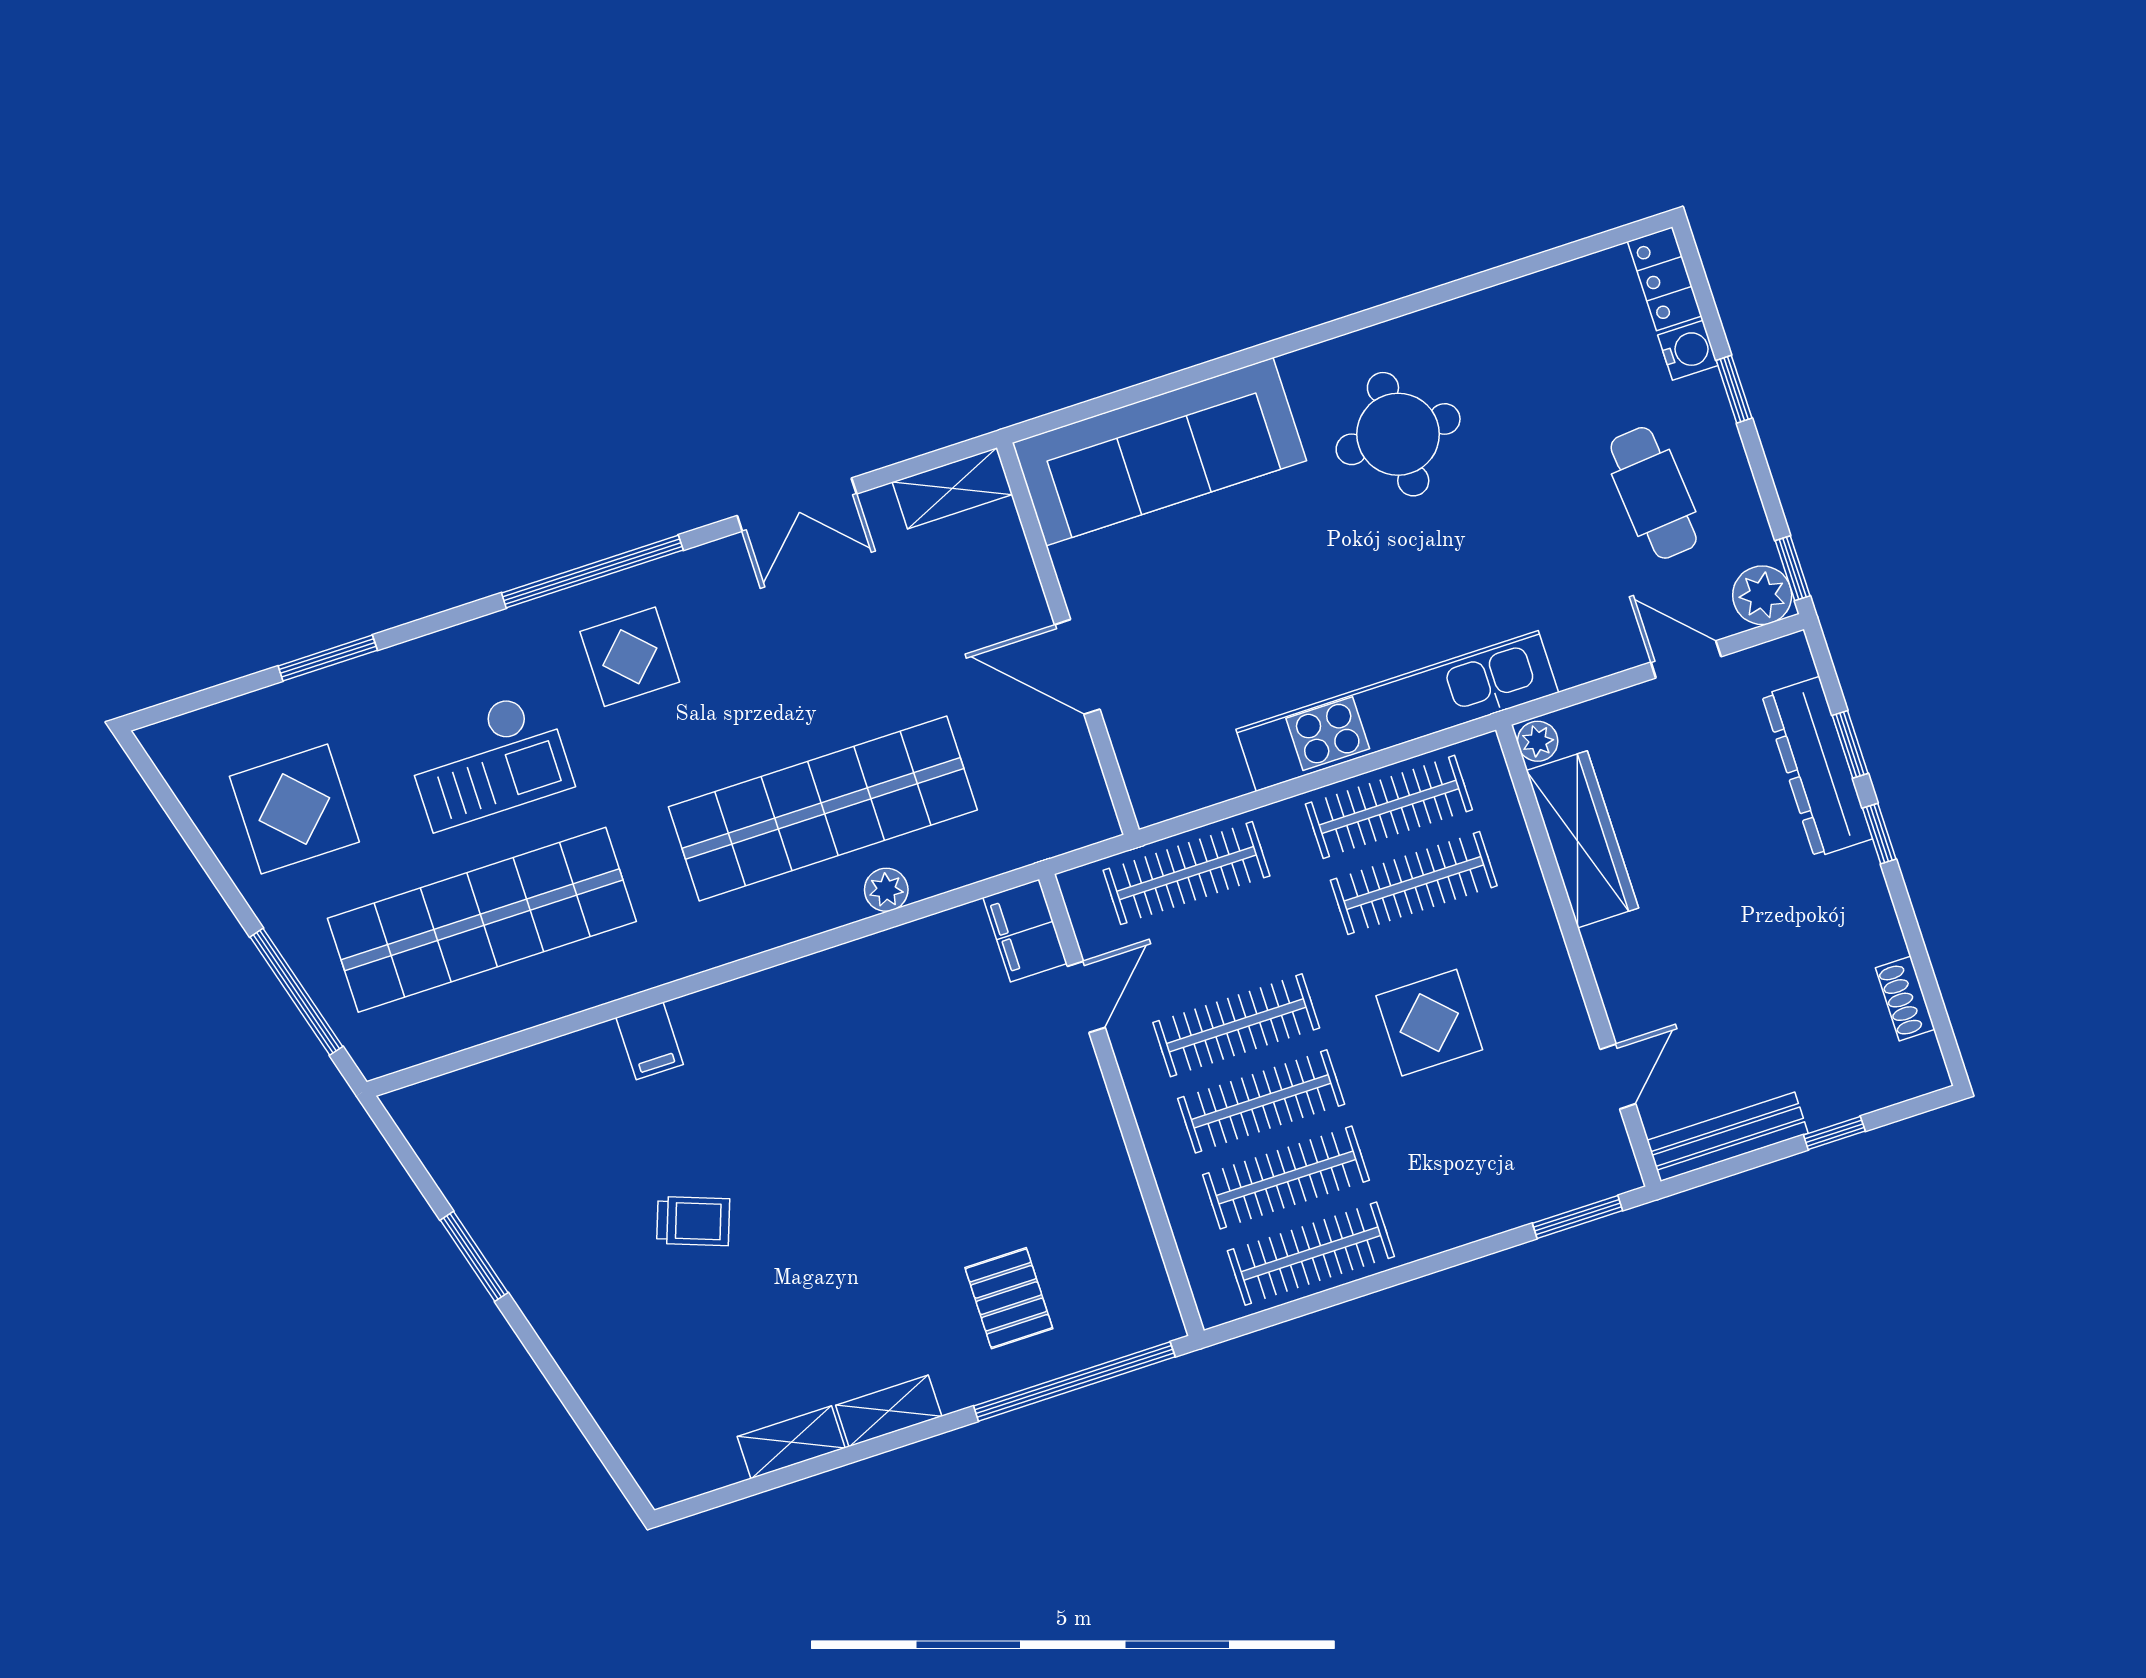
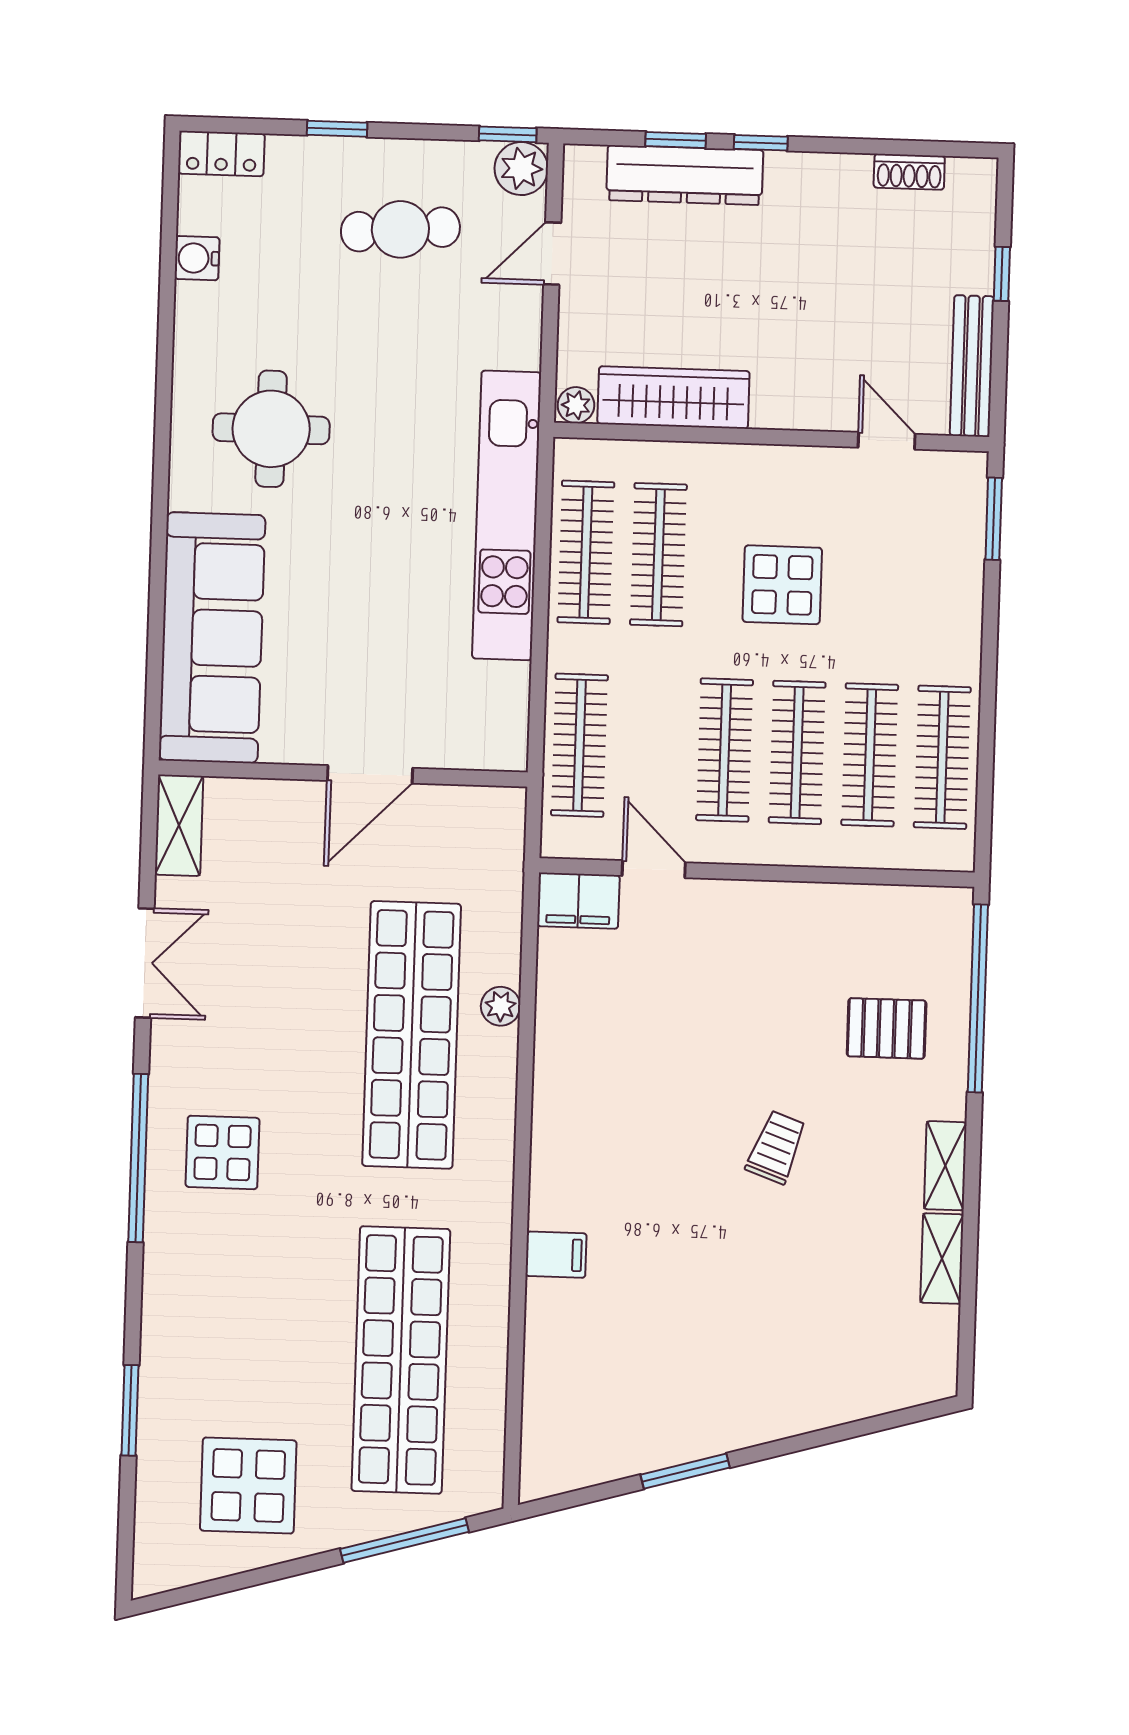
water cooler: (1688, 350) -> (197, 258), moved, turned -90
checkout: (488, 760) -> (267, 1305), removed
trolley: (693, 1221) -> (776, 1147), moved

